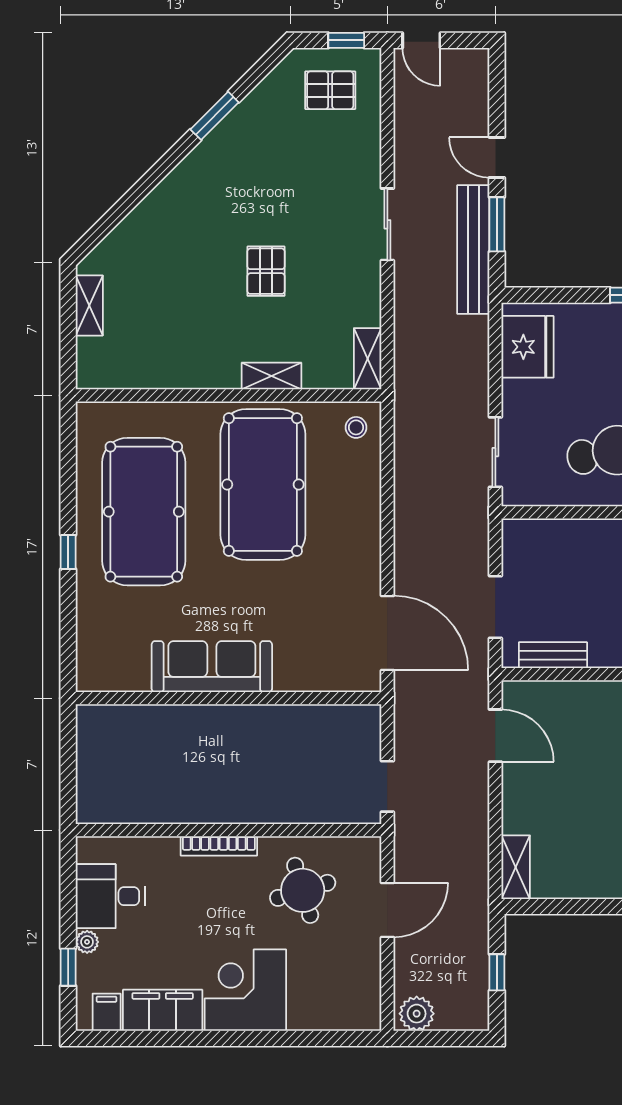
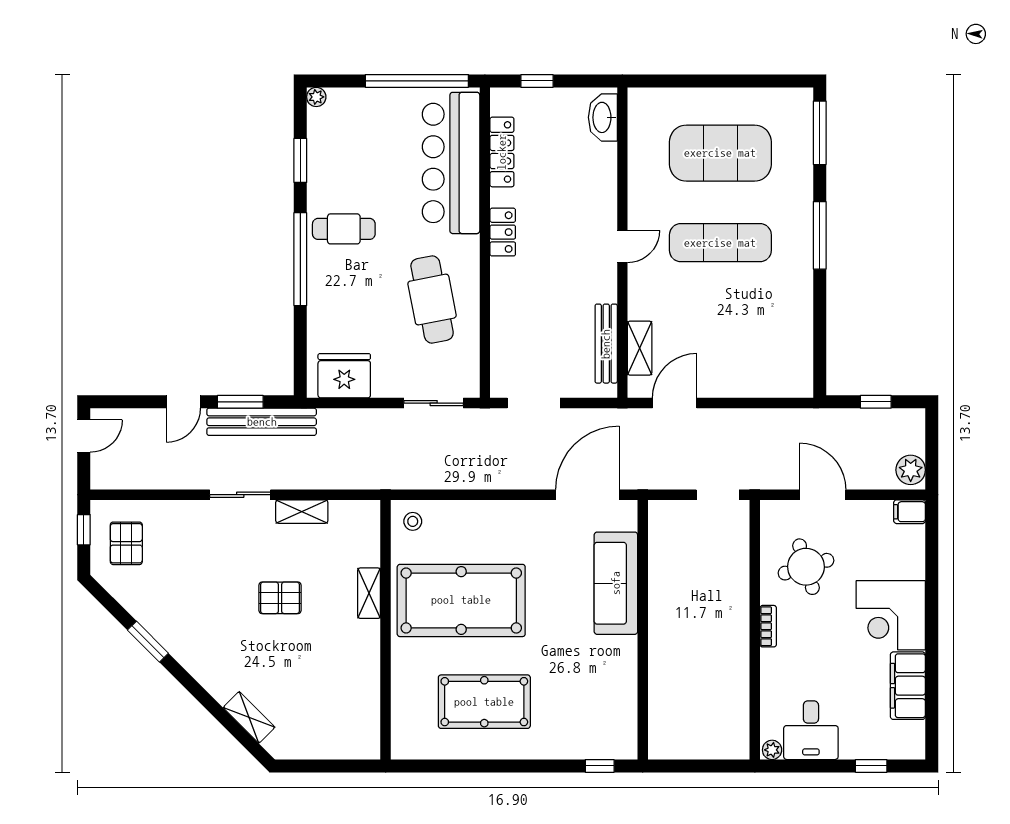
door: (421, 40) -> (84, 436), moved
shelving: (89, 305) -> (249, 717), moved, turned 45
shelving: (368, 359) -> (302, 512), moved
pool table: (144, 512) -> (484, 702), width x0.73, depth x0.76
window: (68, 552) -> (600, 766), moved
doorway: (495, 607) -> (534, 403), moved
bench: (553, 655) -> (606, 344), width x1.36
sofa: (212, 667) -> (616, 583), moved
bookcase: (219, 846) -> (768, 626), width x0.64
shelving: (516, 867) -> (640, 348), moved, turned 90
plant: (87, 942) -> (772, 750), moved
filing cabinet: (107, 1012) -> (910, 512), moved

